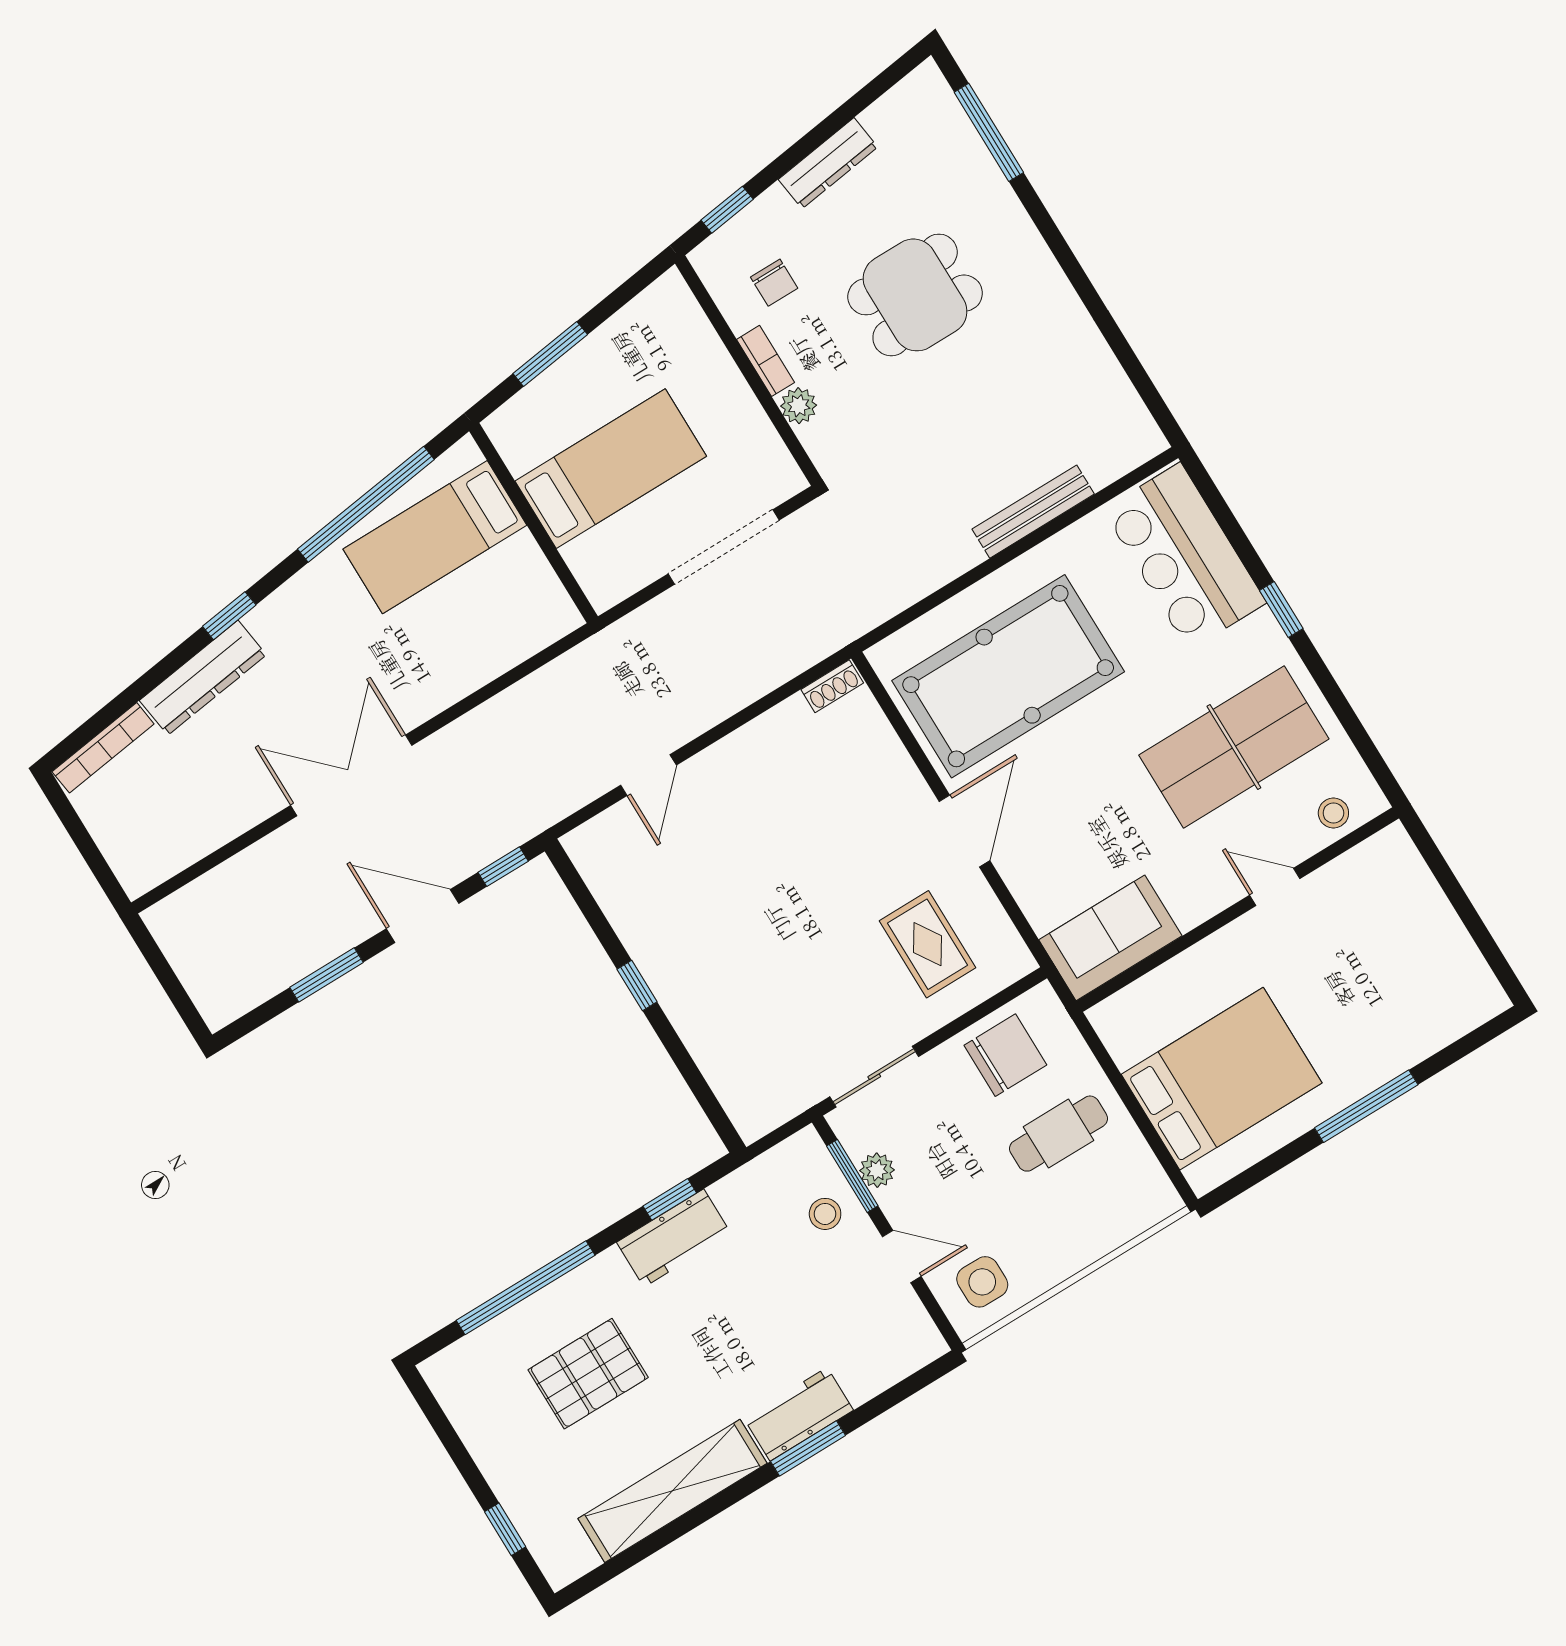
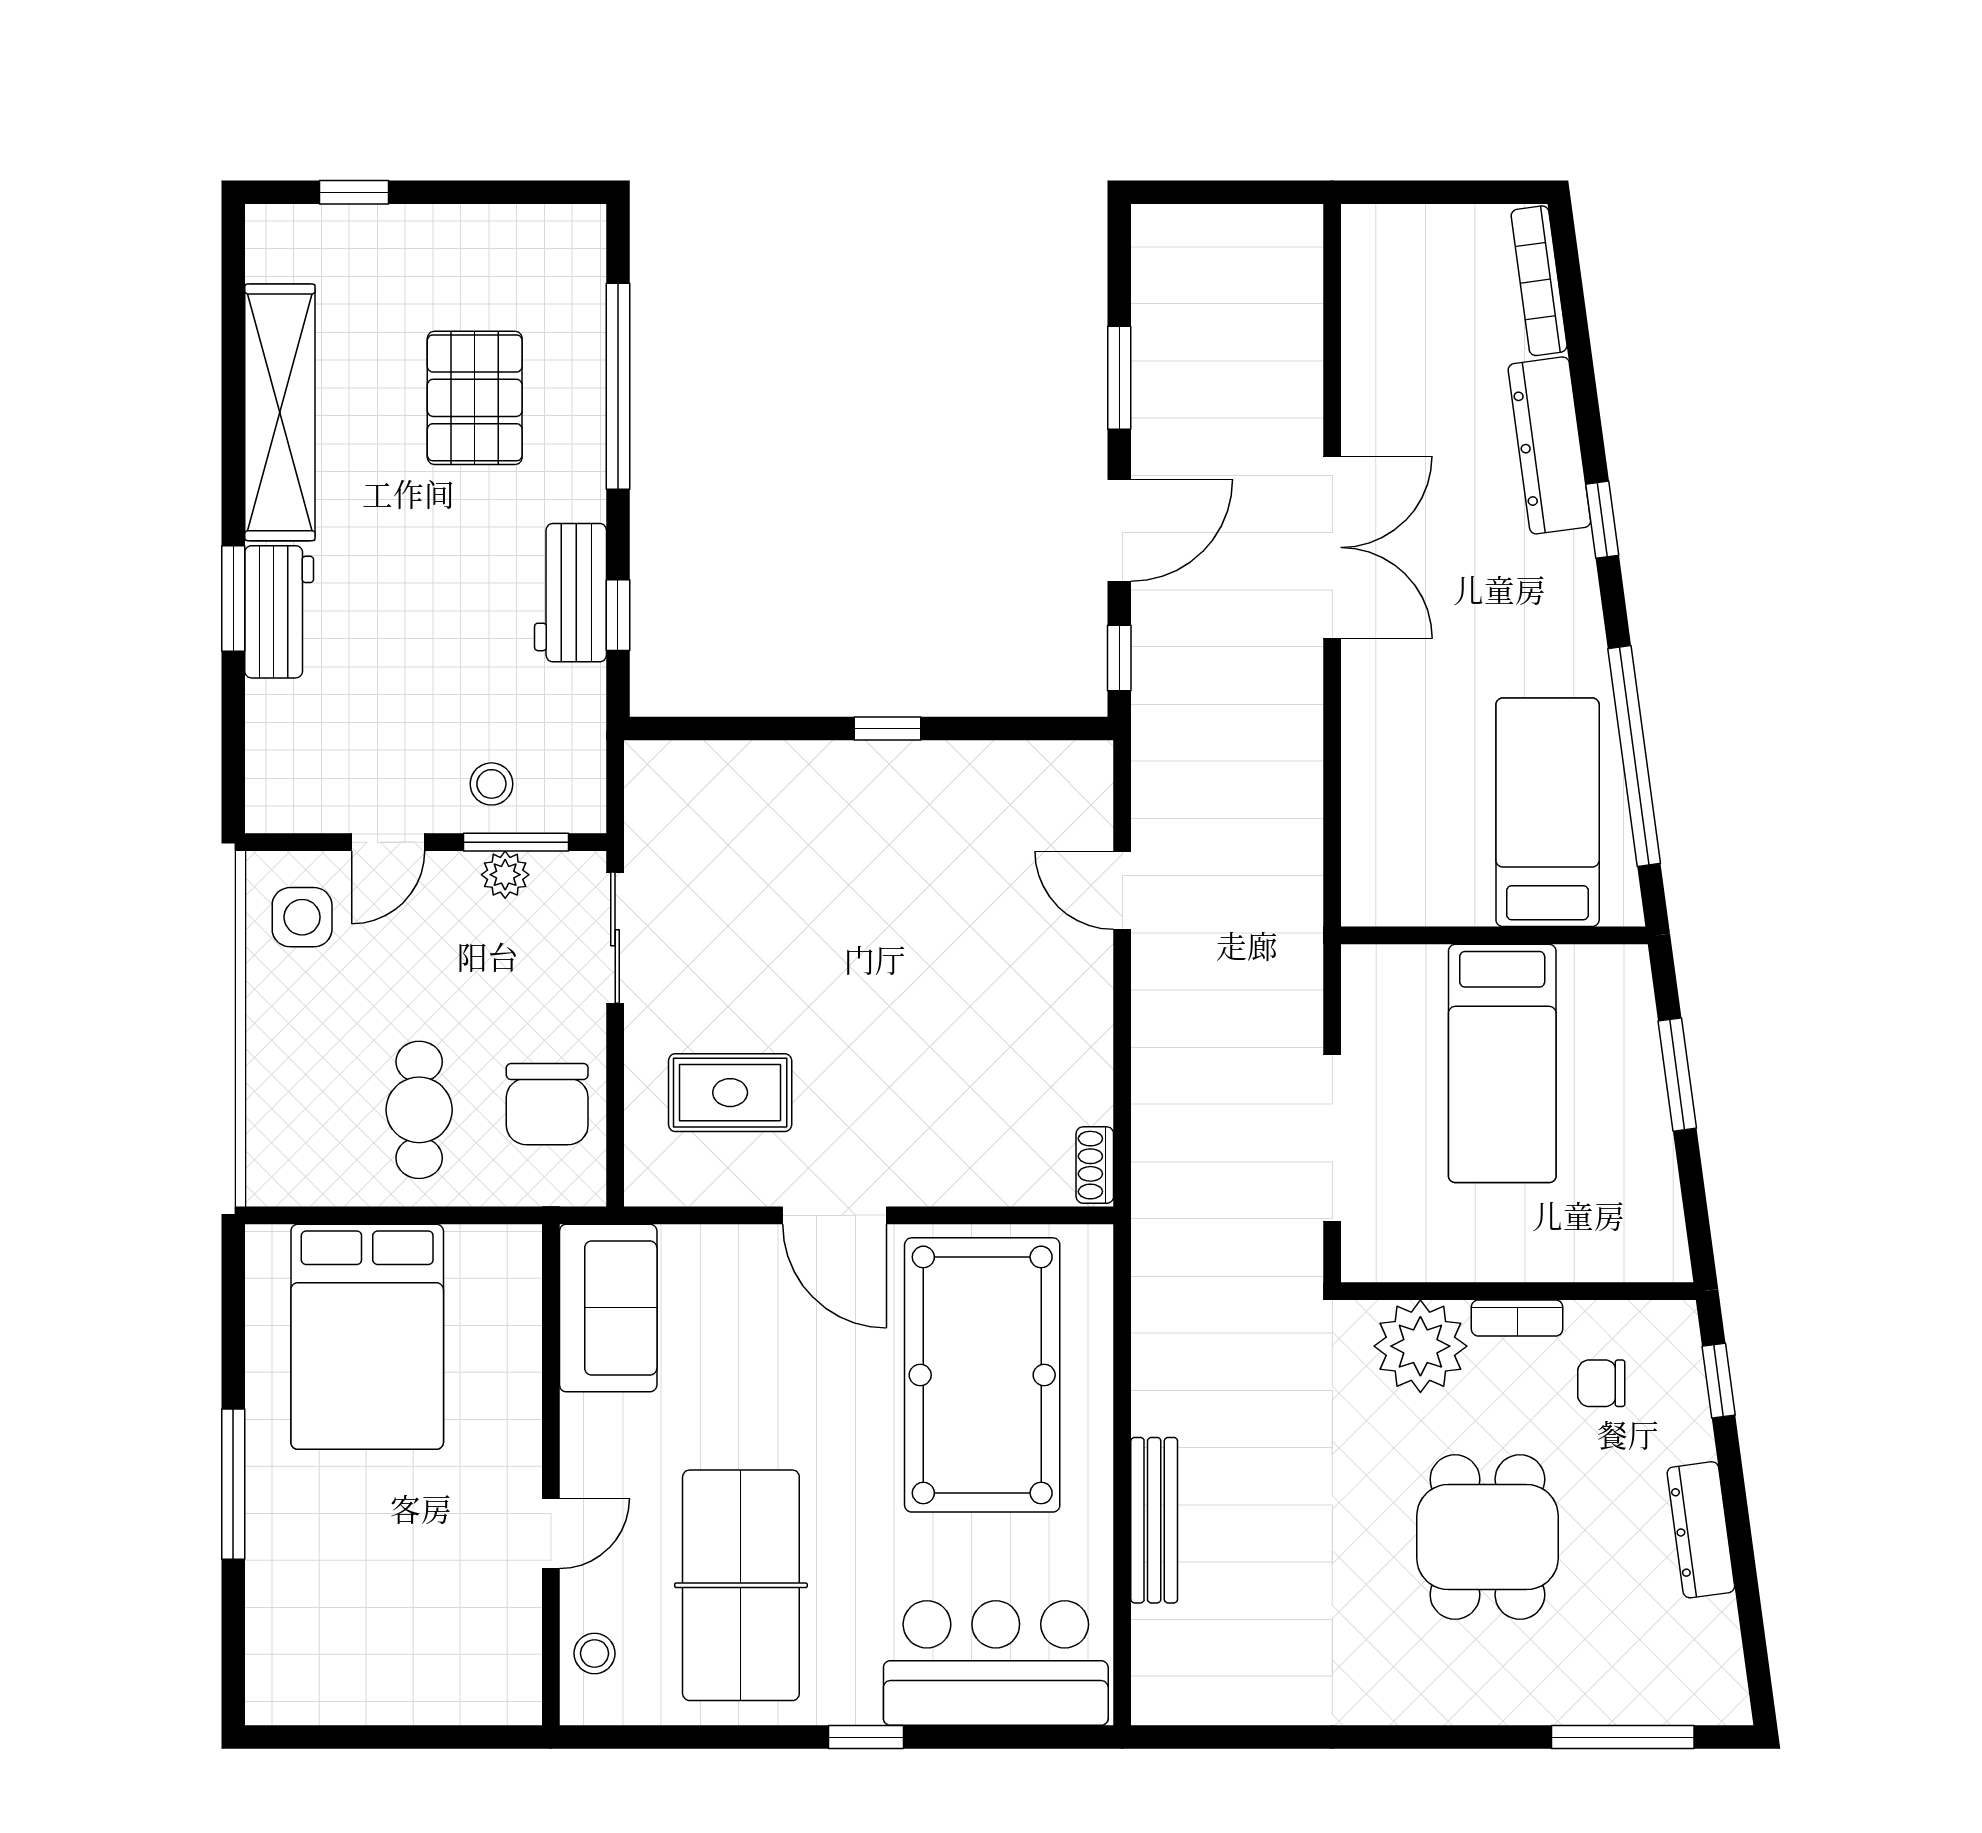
plant: (799, 406) -> (1420, 1346), width x1.87, depth x1.87

